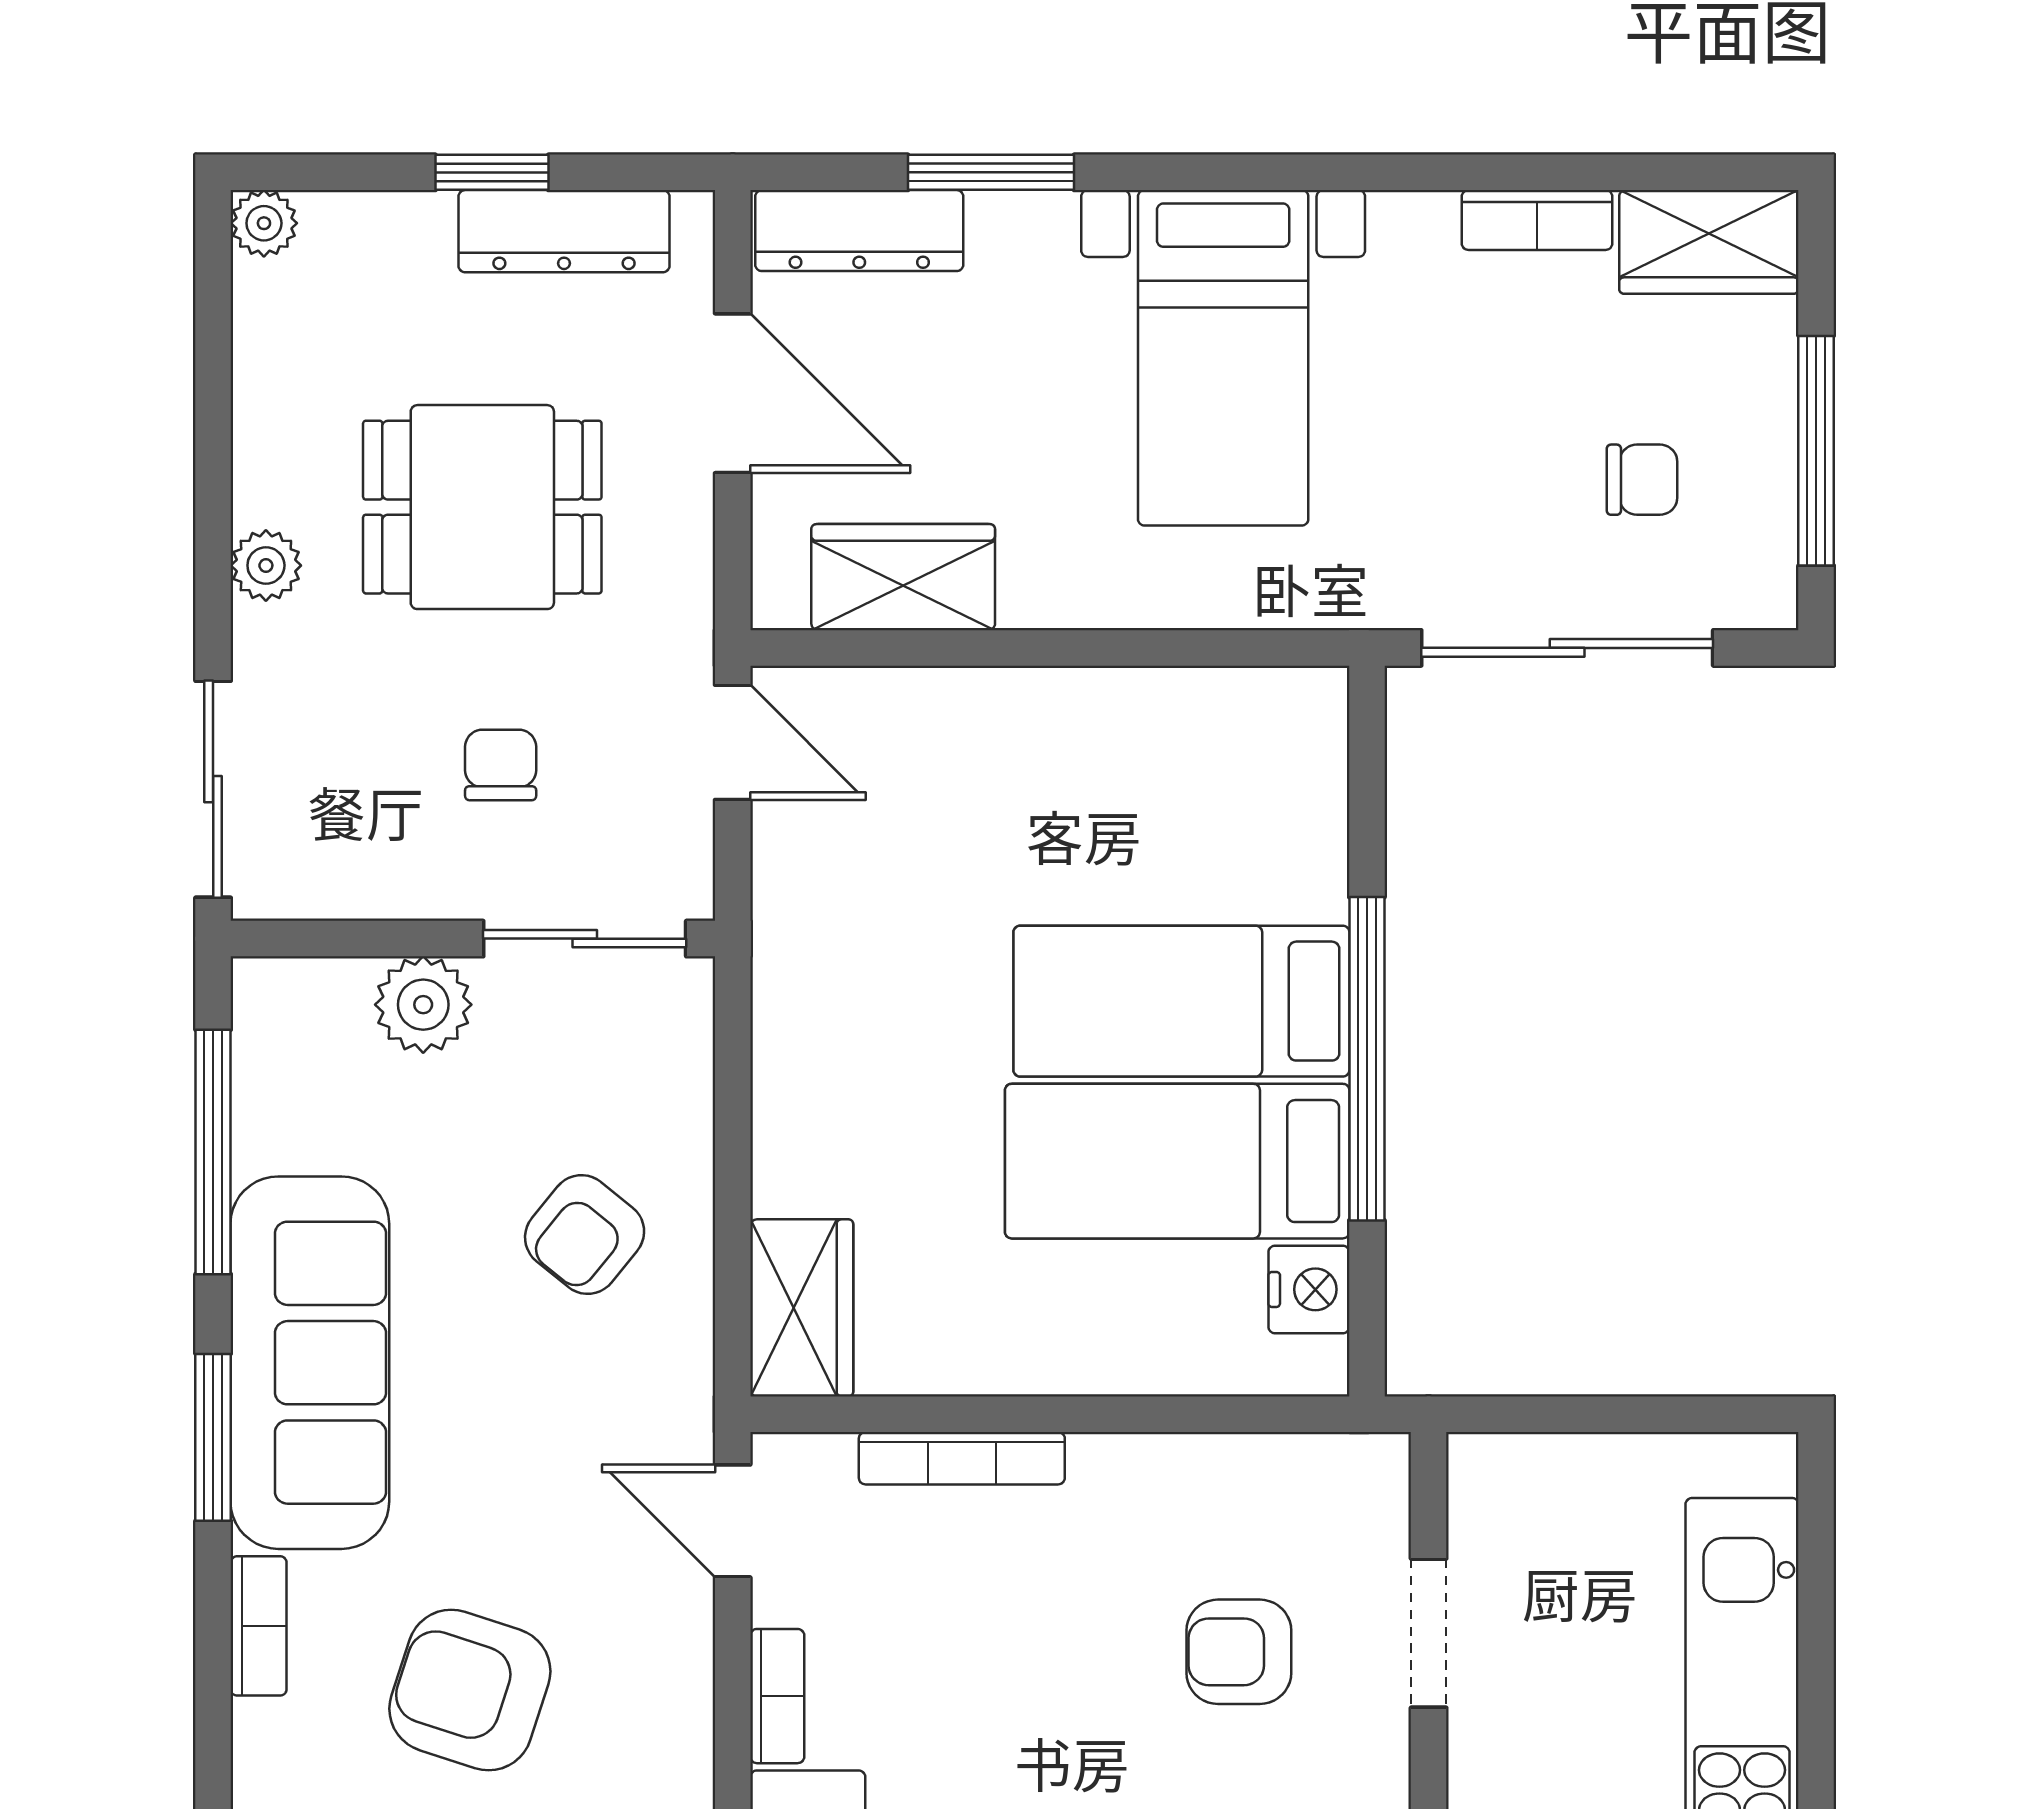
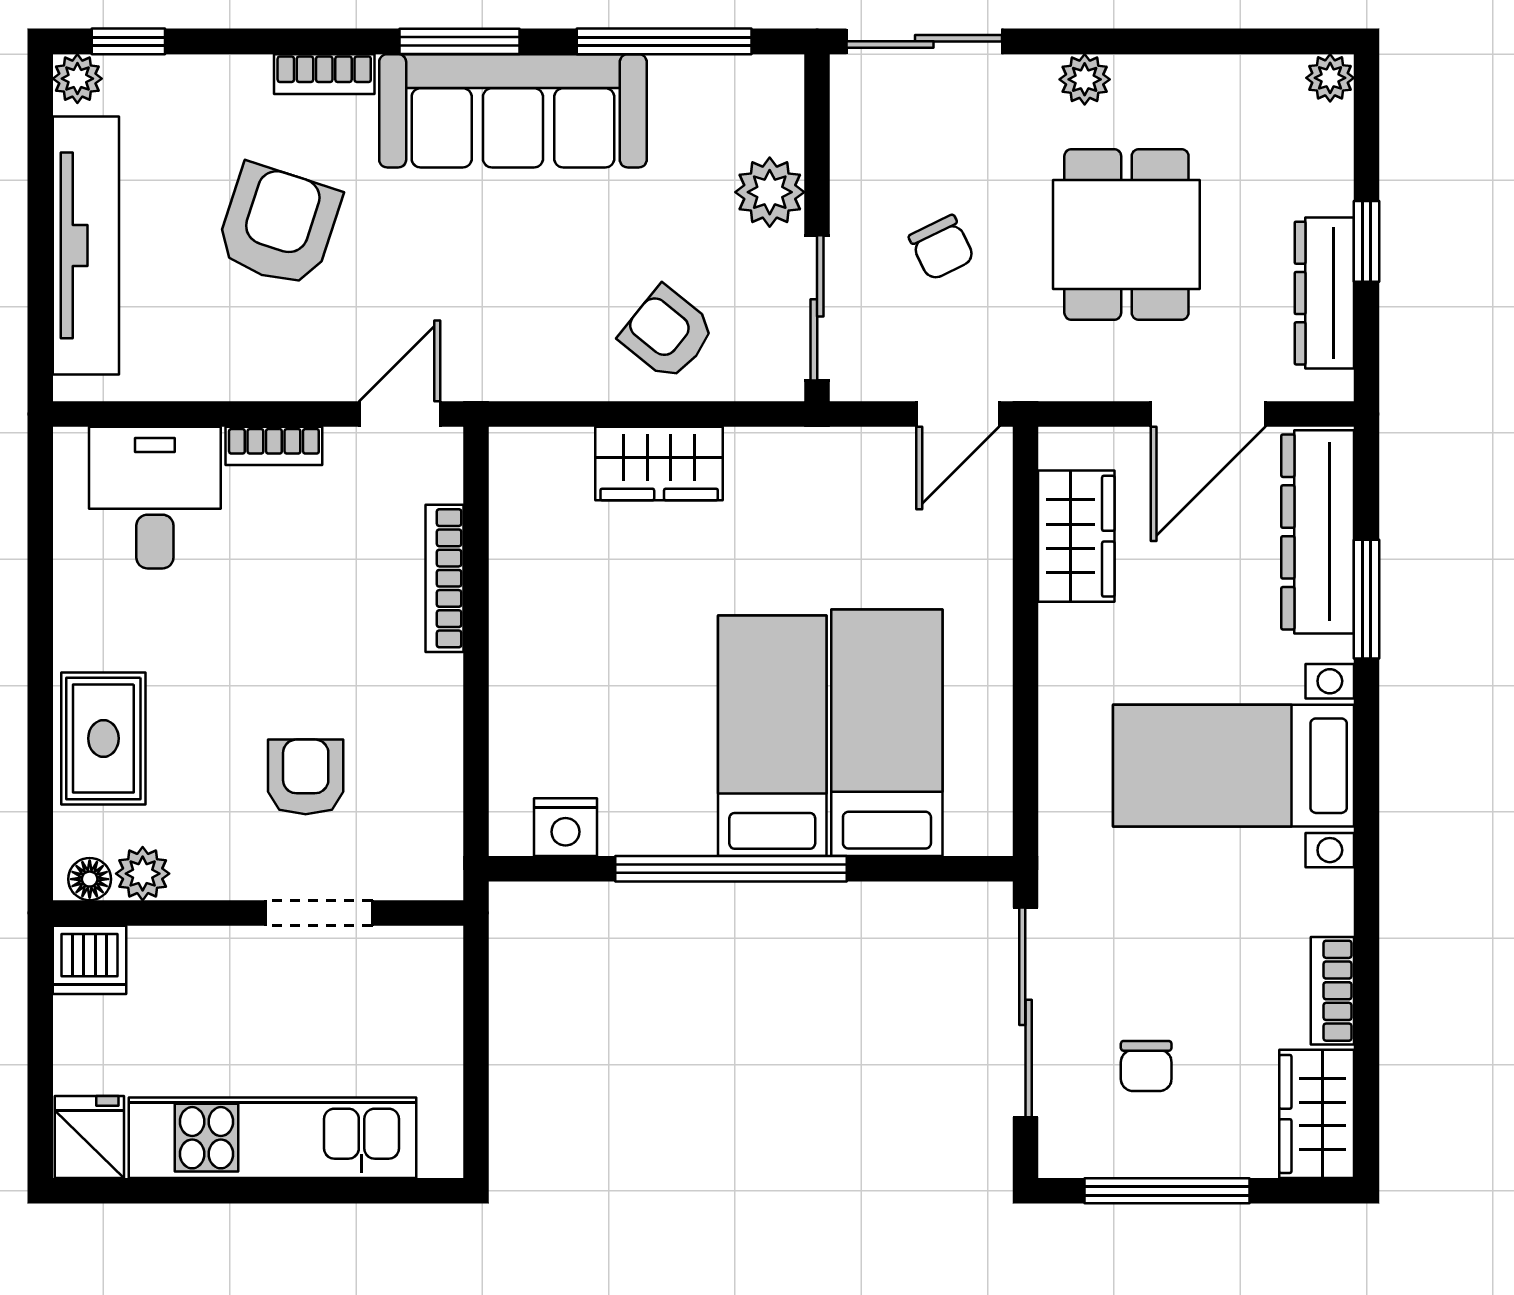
dresser: (859, 231) -> (1318, 532), width x1.37, depth x1.24
chair: (501, 765) -> (942, 248), turned 64
bed: (1177, 1161) -> (887, 733), moved
armchair: (585, 1234) -> (667, 333), moved
wardrobe: (802, 1308) -> (659, 464), moved

